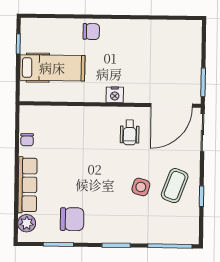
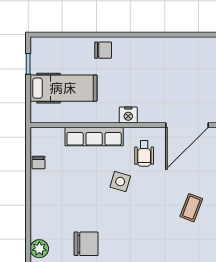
row of seats: (27, 185) -> (94, 137), moved, turned 90
coffee table: (175, 186) -> (191, 208), width x0.73, depth x0.77
side table: (141, 187) -> (120, 182), moved

